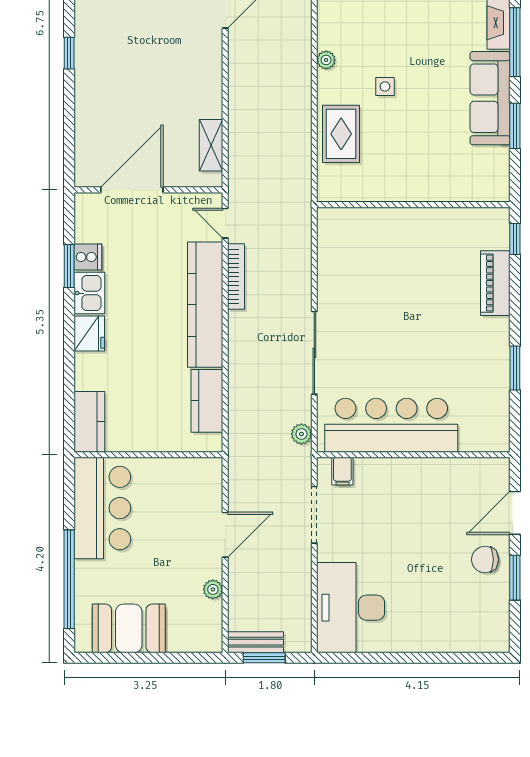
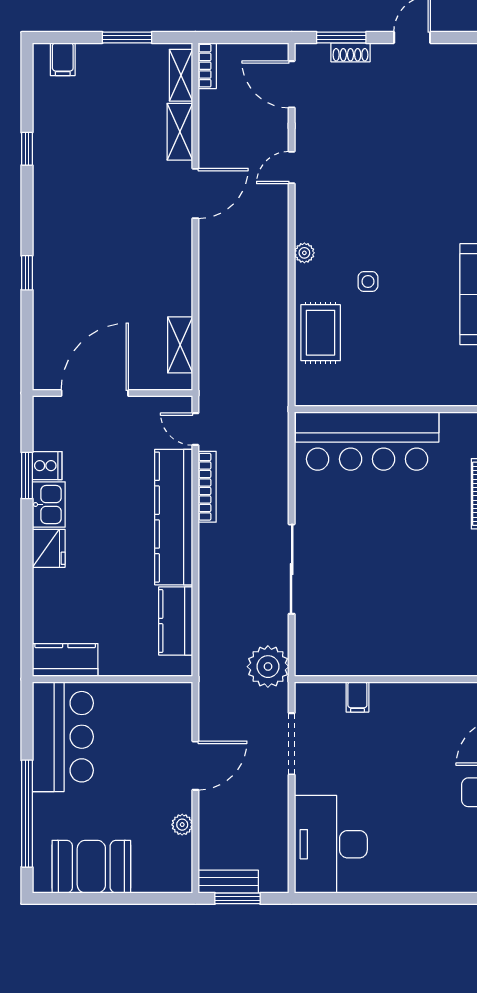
window: (69, 53) -> (27, 273), moved
kitchen counter: (89, 422) -> (65, 660), moved, turned -90
bar counter: (391, 425) -> (367, 441), moved, turned 180
plant: (301, 434) -> (268, 667), width x1.88, depth x1.88
filing cabinet: (342, 471) -> (357, 697), moved

